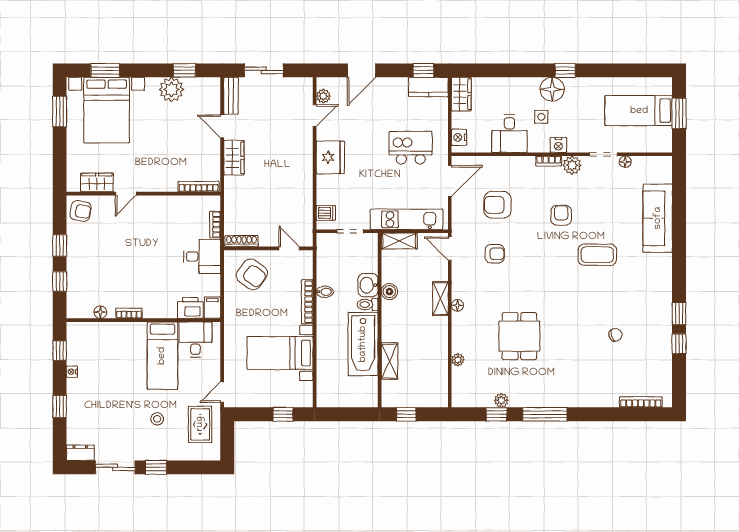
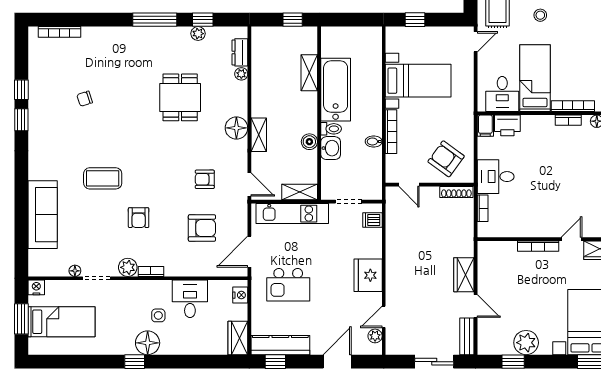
kitchen counter: (428, 87) -> (280, 345), width x1.50
nightstand: (558, 145) -> (36, 287), moved
bookcase: (199, 187) -> (538, 246), moved
floor lamp: (457, 305) -> (236, 128), width x1.89, depth x1.89
bookcase: (124, 327) -> (573, 106), added
dresser: (459, 381) -> (240, 52), added

